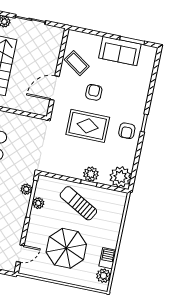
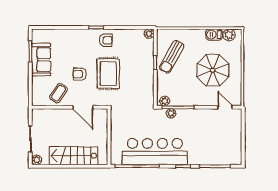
plant: (91, 174) -> (148, 63), removed
plant: (120, 177) -> (149, 34), width x0.53, depth x0.53
plant: (38, 203) -> (165, 101), moved
sun lounger: (78, 203) -> (172, 57), moved

